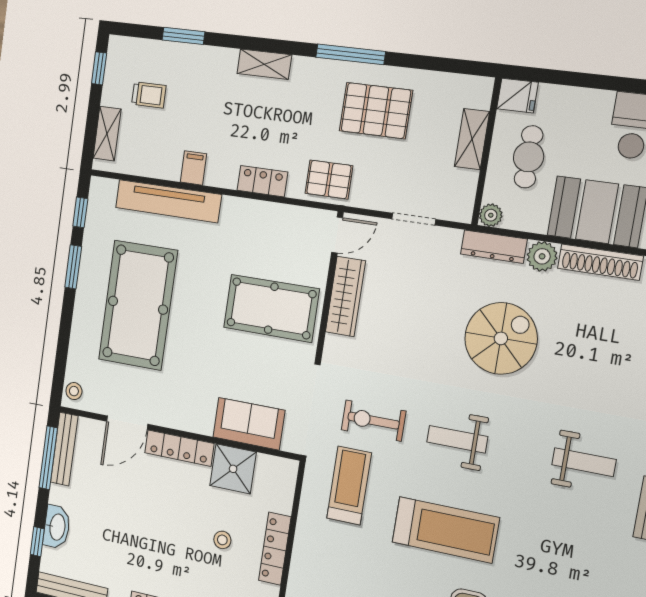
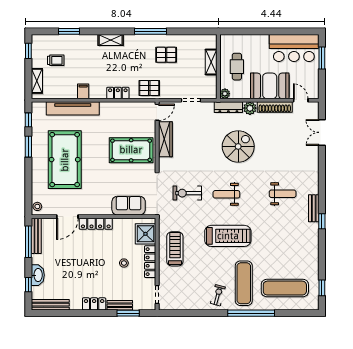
fridge: (517, 96) -> (228, 41), removed
pallet: (376, 111) -> (166, 55), width x0.67, depth x0.71
shower: (233, 469) -> (145, 234), moved
treadmill: (349, 486) -> (175, 249), moved

